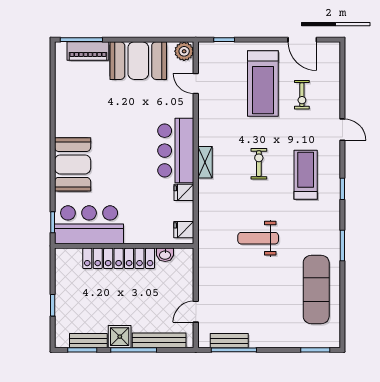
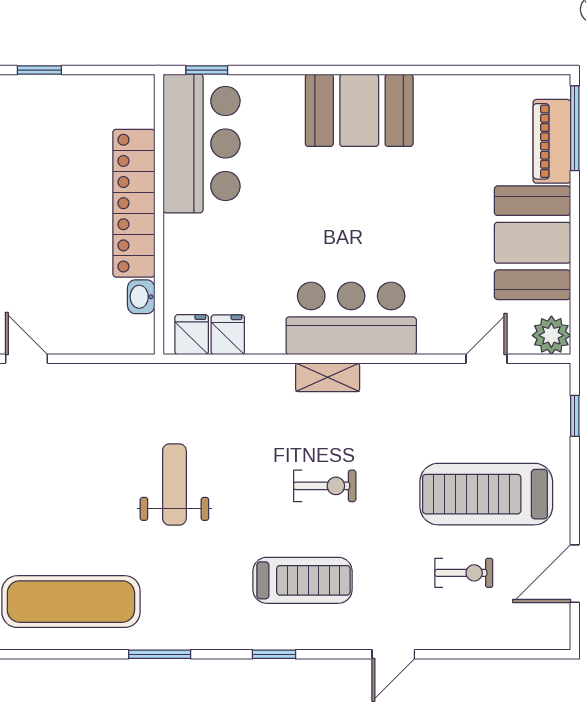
exercise bike: (302, 95) -> (464, 573), turned 180
booth: (73, 164) -> (359, 110), moved
fridge: (184, 192) -> (228, 335), moved

